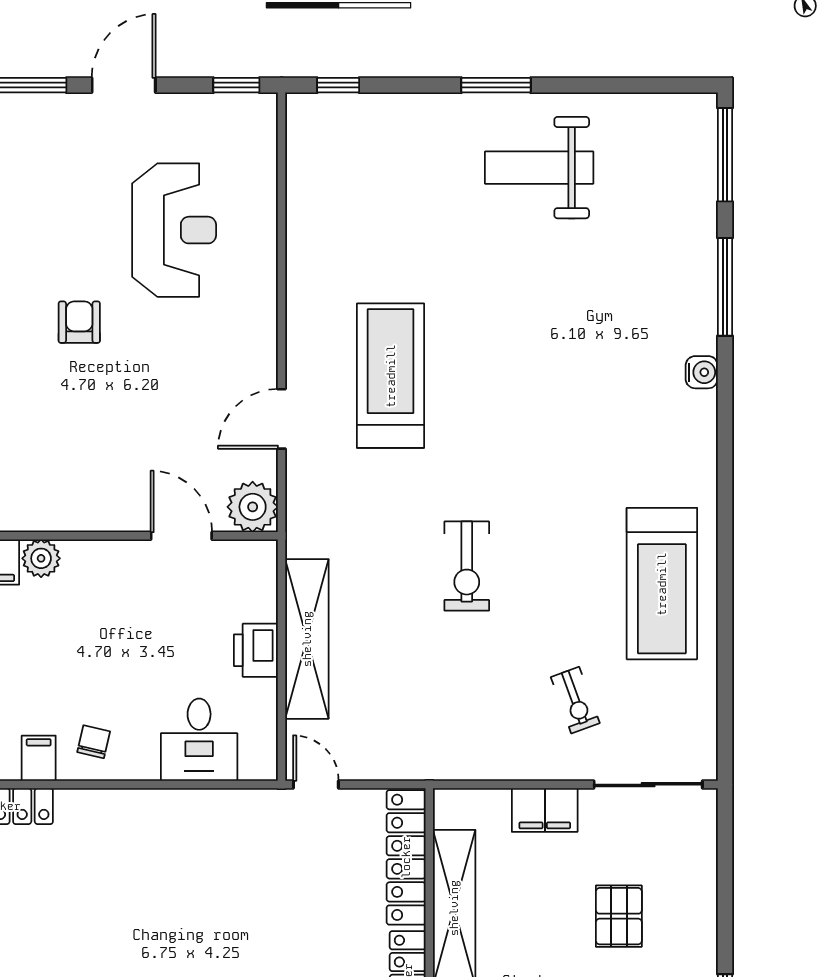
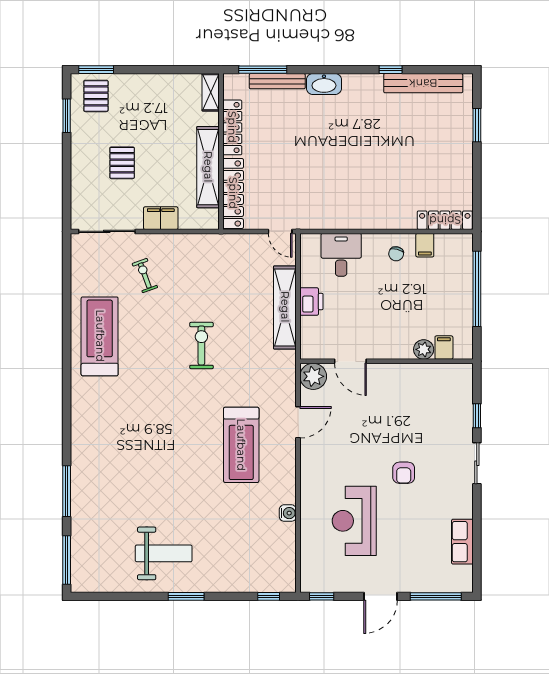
water cooler: (702, 372) -> (288, 513), moved, turned 180

